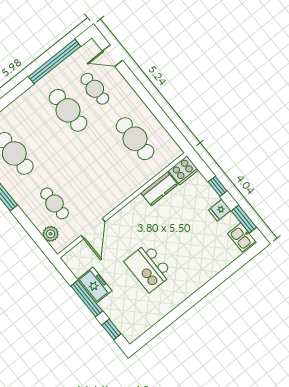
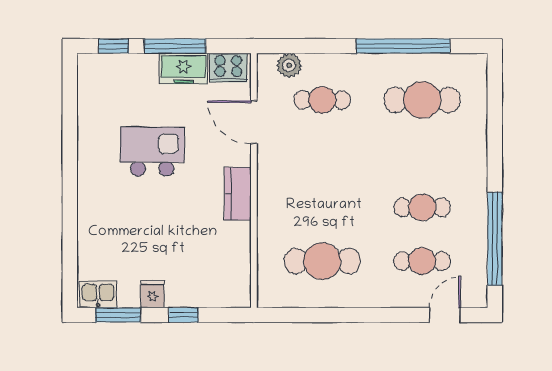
cafe table: (68, 110) -> (422, 207), width x0.73, depth x0.74
cooker: (183, 170) -> (228, 68), moved, turned -90
kitchen counter: (159, 189) -> (238, 194), moved

